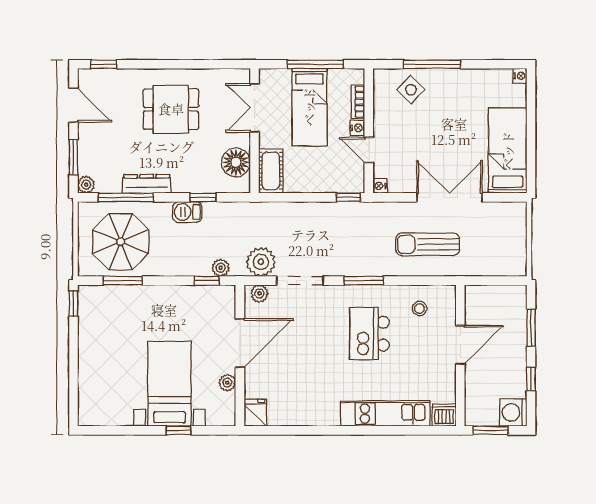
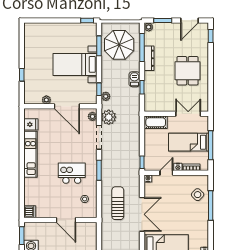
floor lamp: (236, 162) -> (160, 104), removed
bed with nightstands: (169, 384) -> (75, 64), moved, turned 180
fridge: (255, 413) -> (31, 124), moved
kitchen unit: (386, 414) -> (30, 154), moved

